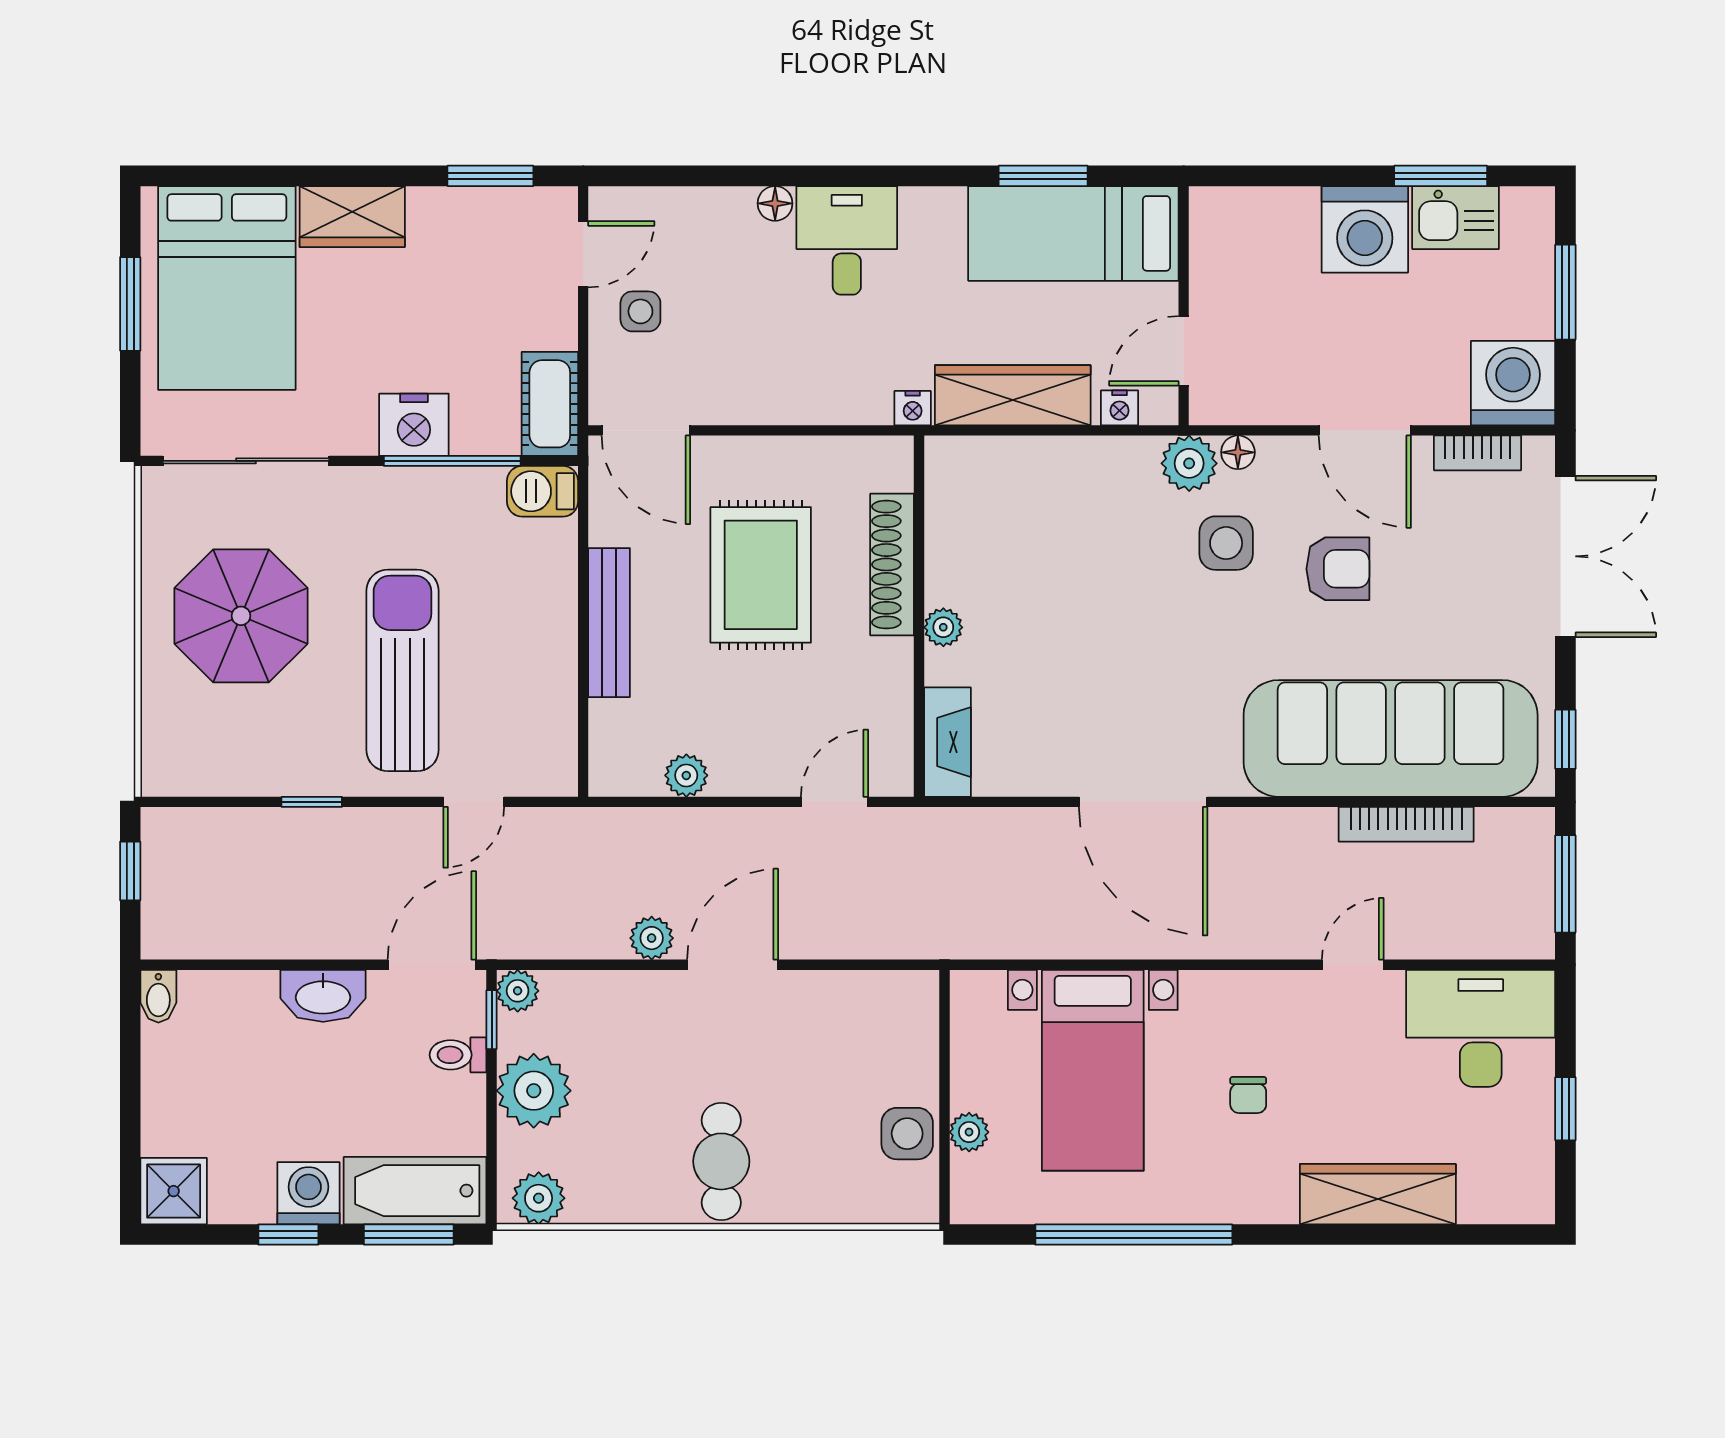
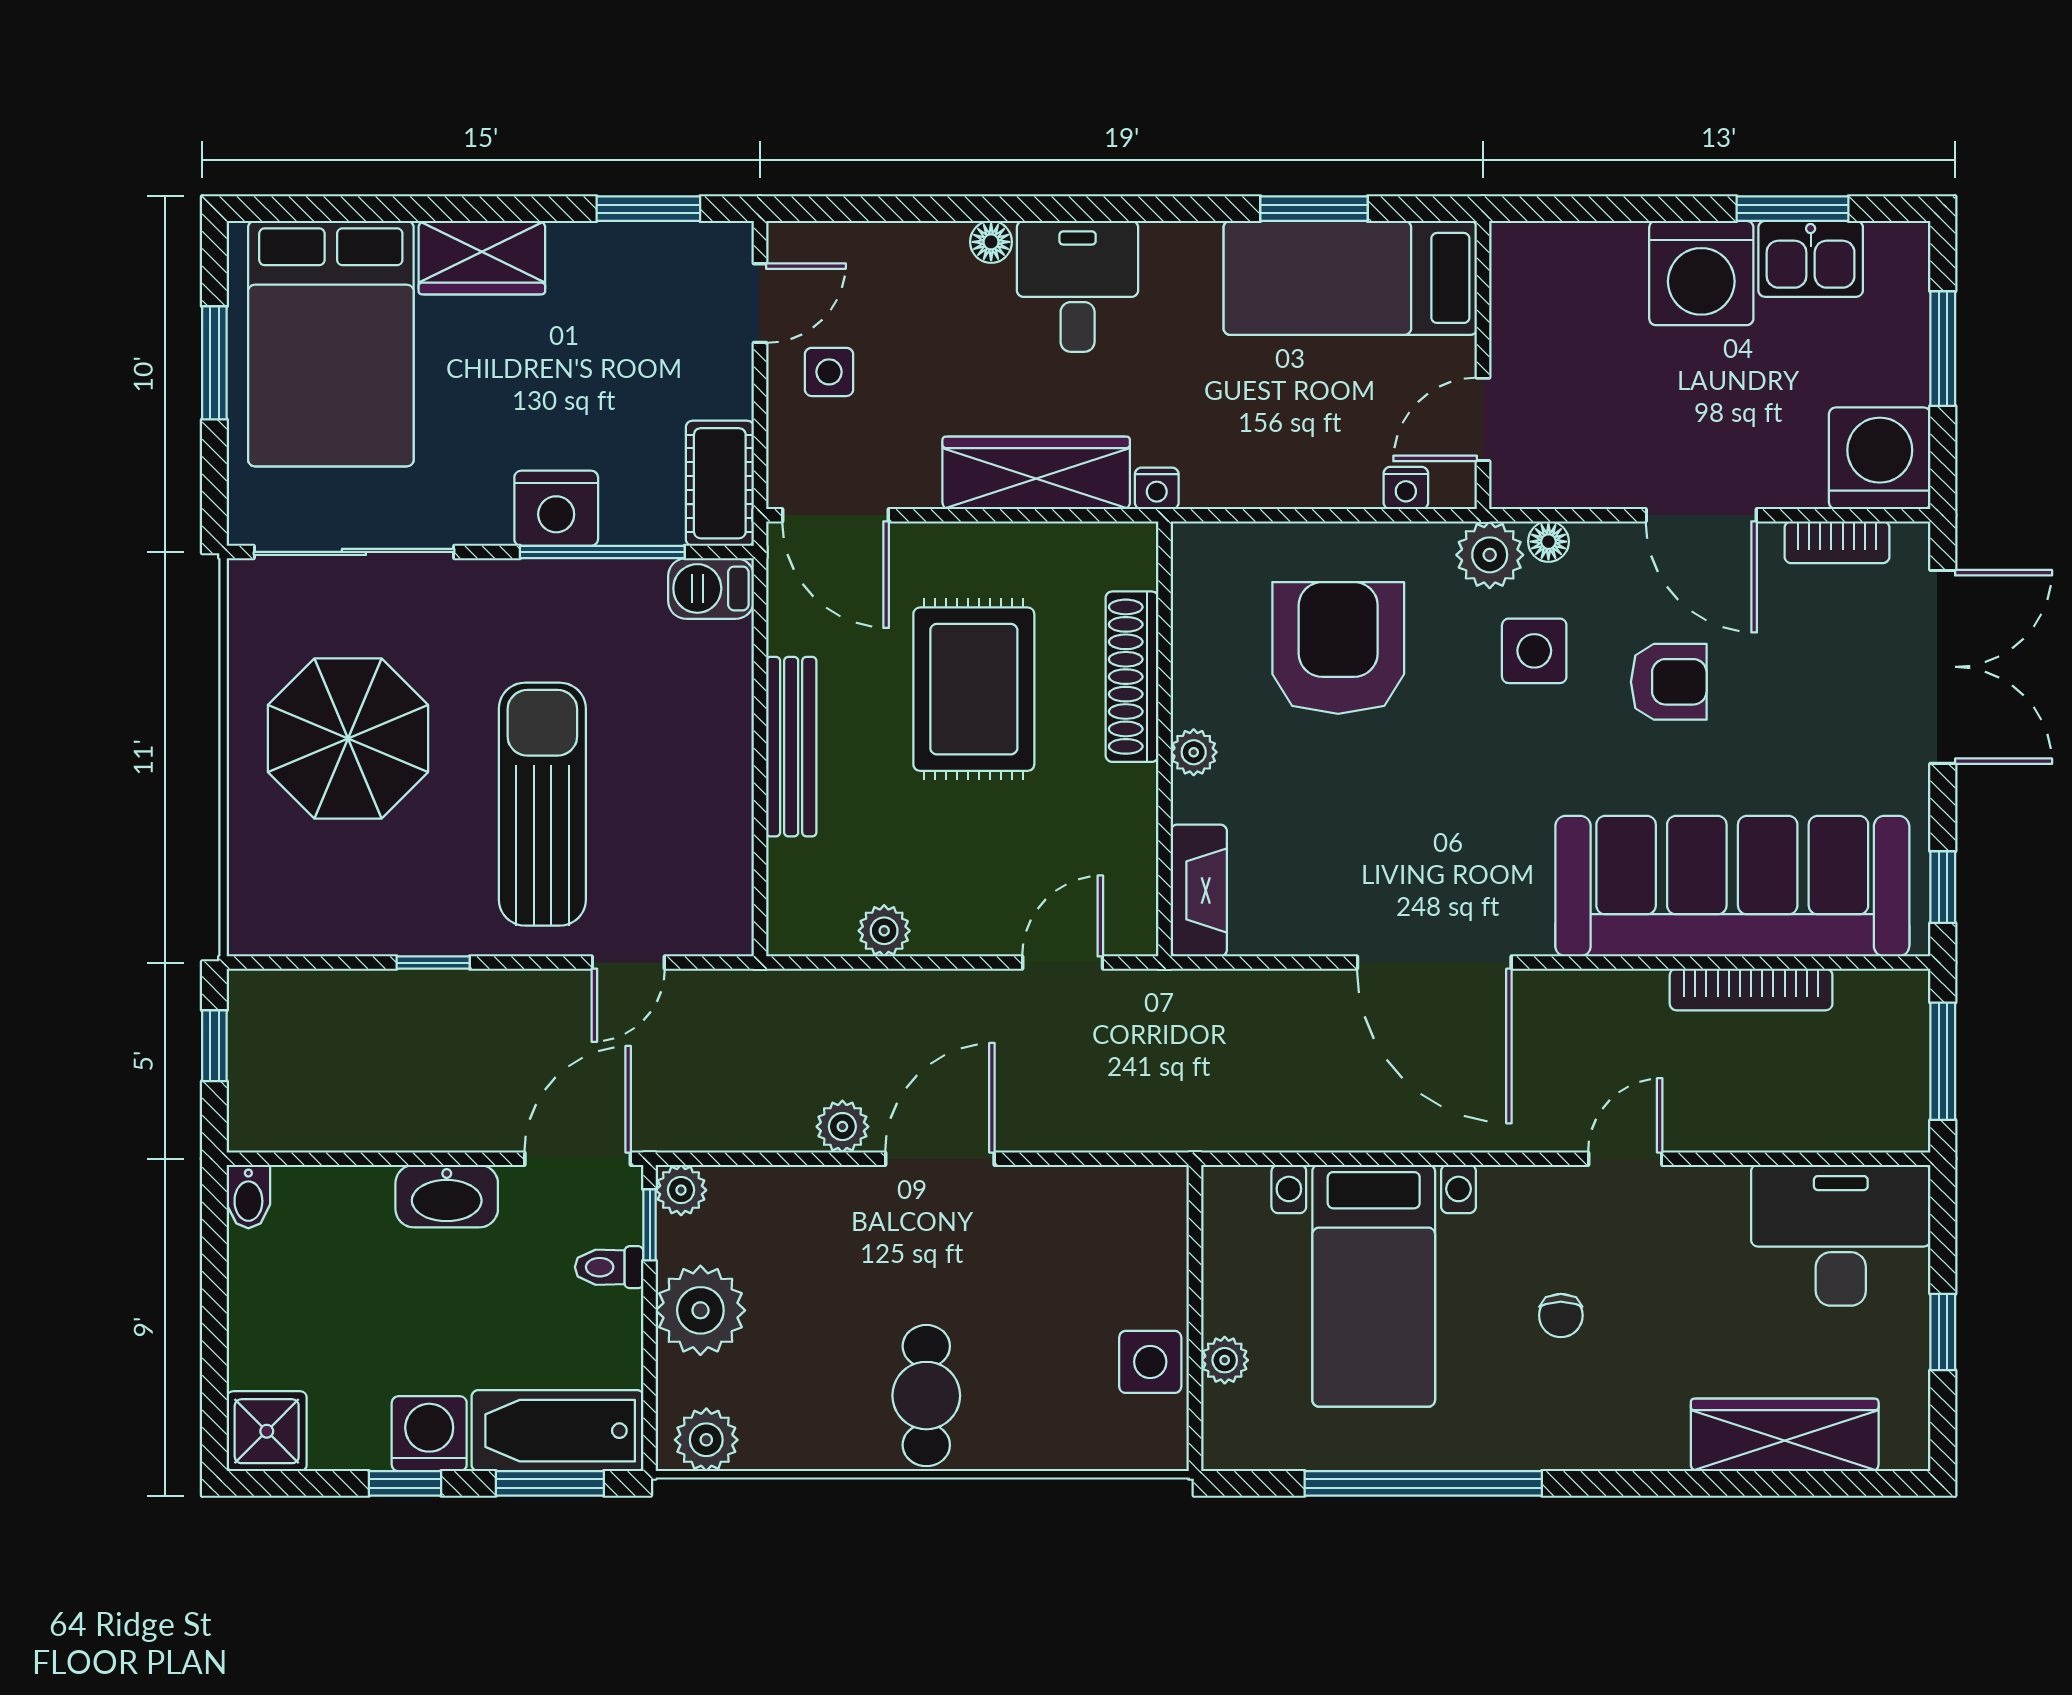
wardrobe: (1013, 395) -> (1036, 473), moved
armchair: (1063, 541) -> (1338, 648), added
door: (1353, 965) -> (1625, 1159), moved
wardrobe: (1378, 1194) -> (1785, 1435), moved

